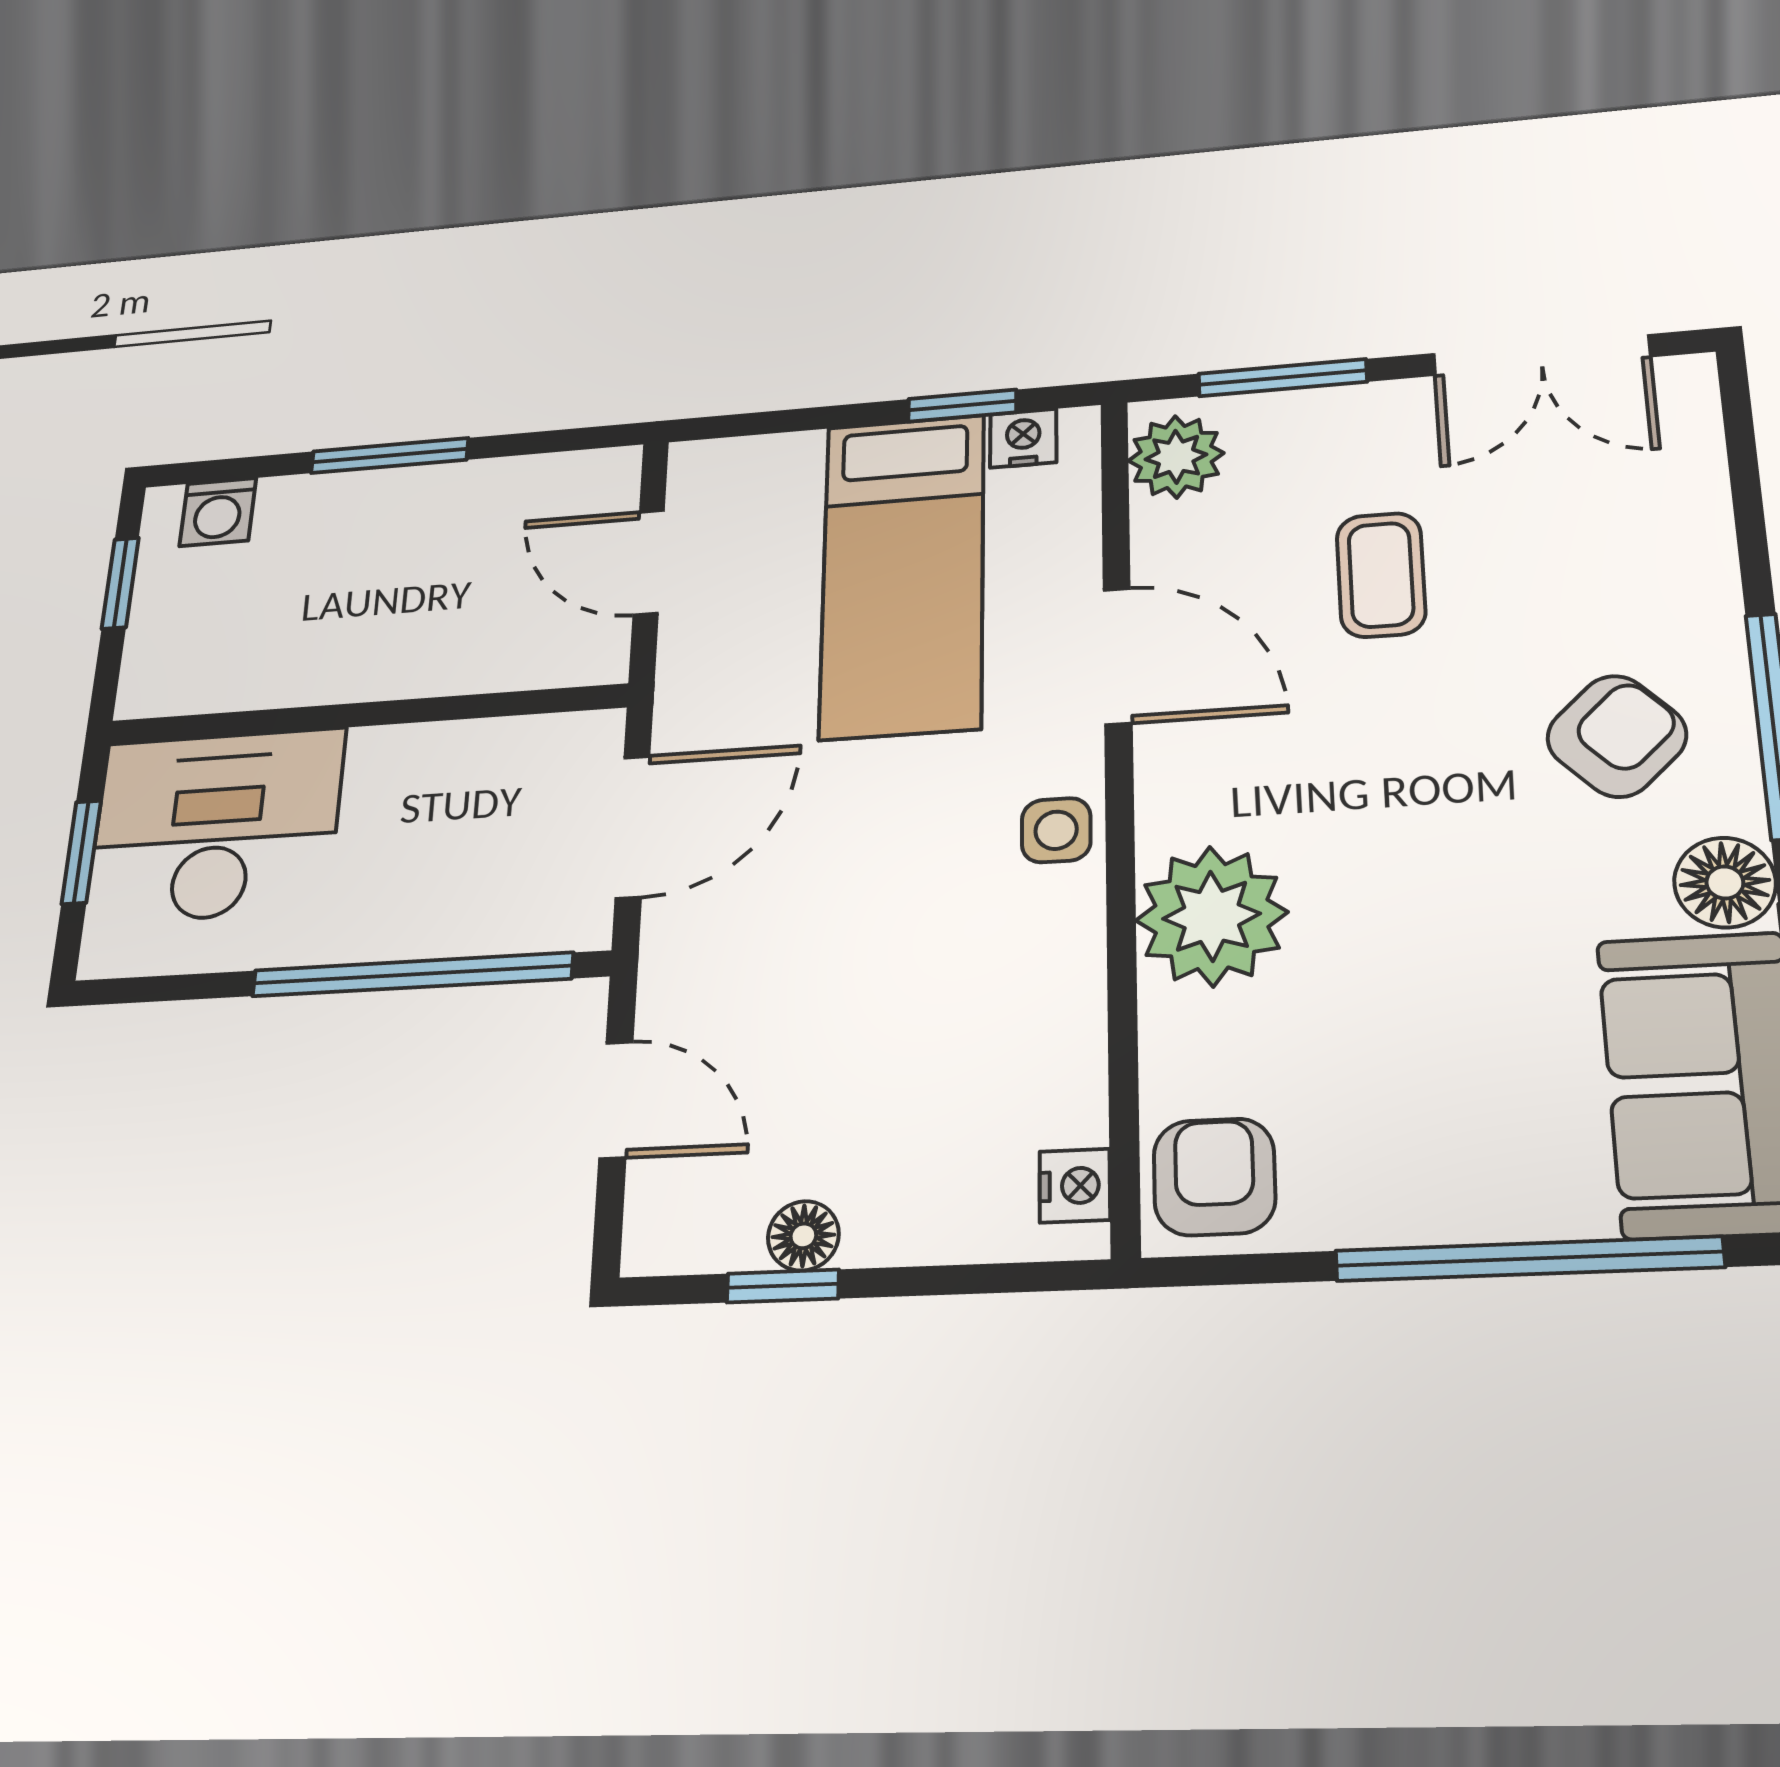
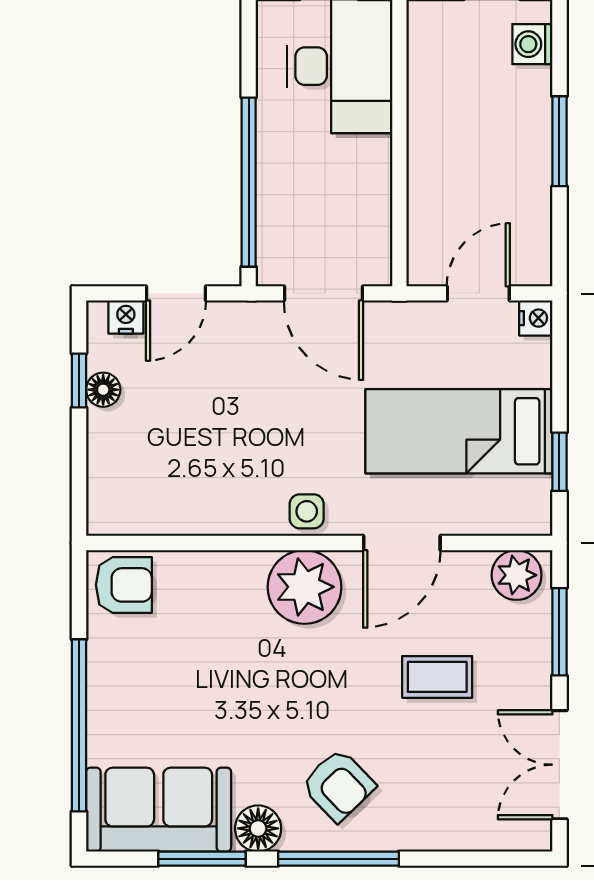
nightstand: (1023, 438) -> (536, 318), moved
plant: (1212, 916) -> (304, 587), moved
nightstand: (1075, 1186) -> (126, 317), moved, turned 180

